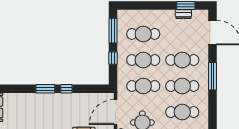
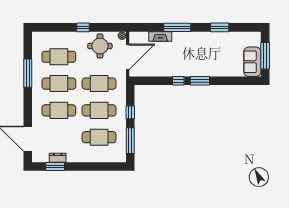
window: (212, 76) -> (28, 73), moved

